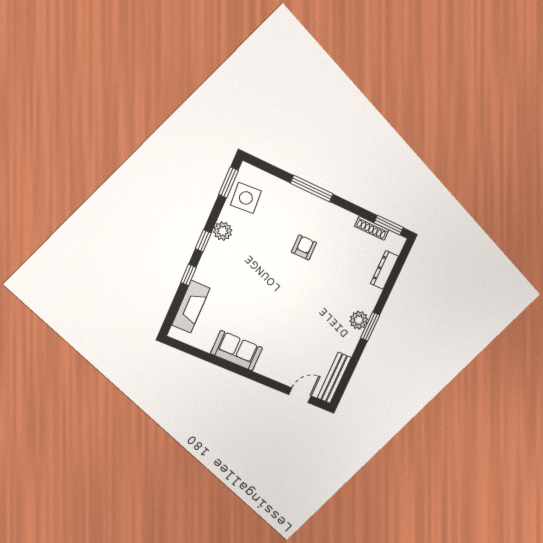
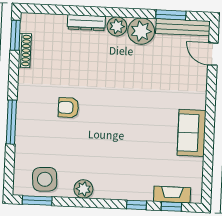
window: (203, 241) -> (171, 207), moved
dresser: (384, 270) -> (86, 23), moved
fireplace: (191, 307) -> (172, 195), width x0.73, depth x0.76
window: (370, 327) -> (171, 15), moved
plant: (346, 340) -> (141, 31), added

